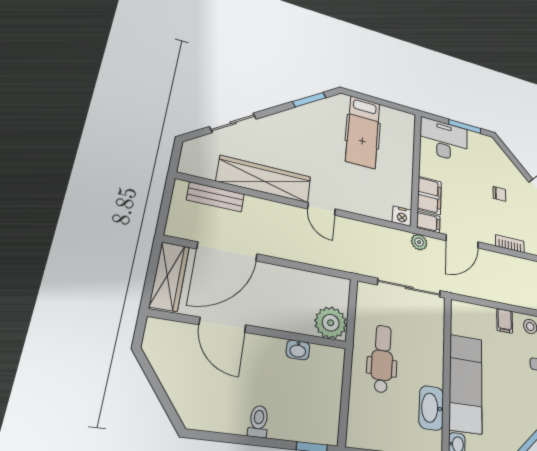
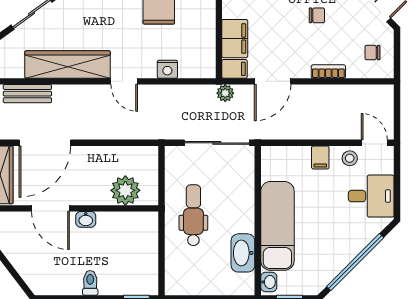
nightstand: (402, 216) -> (167, 69), moved
plant: (331, 323) -> (125, 190), moved
washbasin: (298, 350) -> (86, 219), moved

